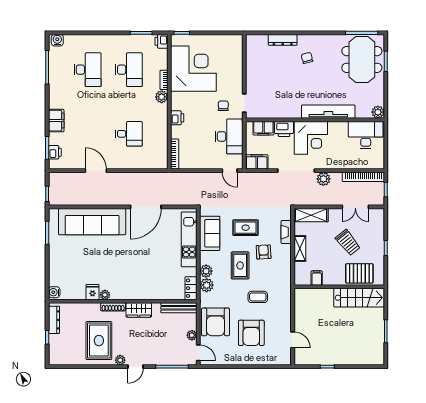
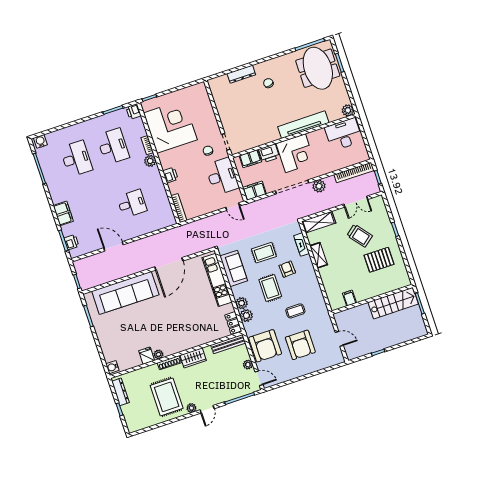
filing cabinet: (317, 278) -> (350, 298), moved
wall: (339, 287) -> (372, 299), moved
stairs: (359, 298) -> (393, 303), moved

